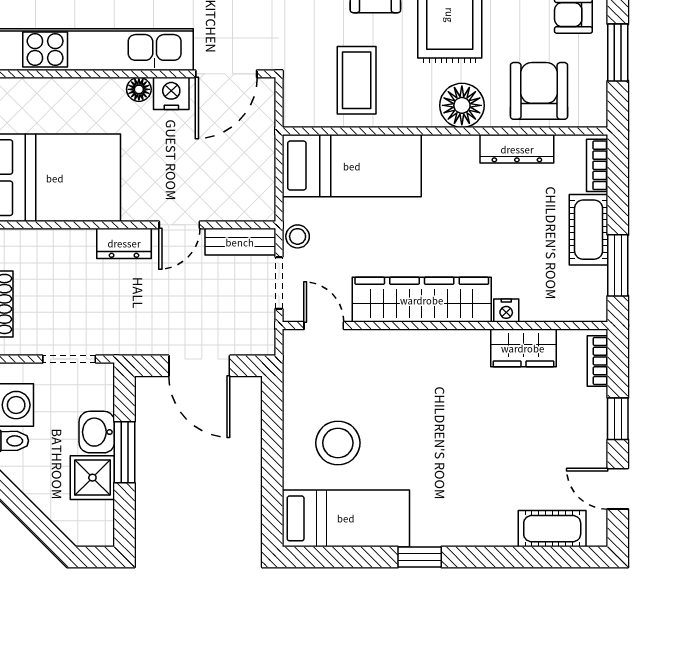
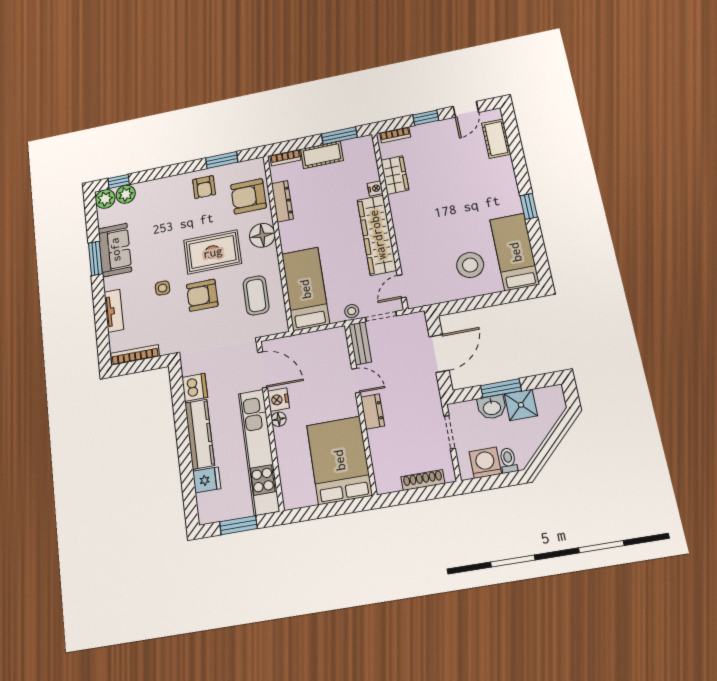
coffee table: (357, 80) -> (256, 295), turned 90

